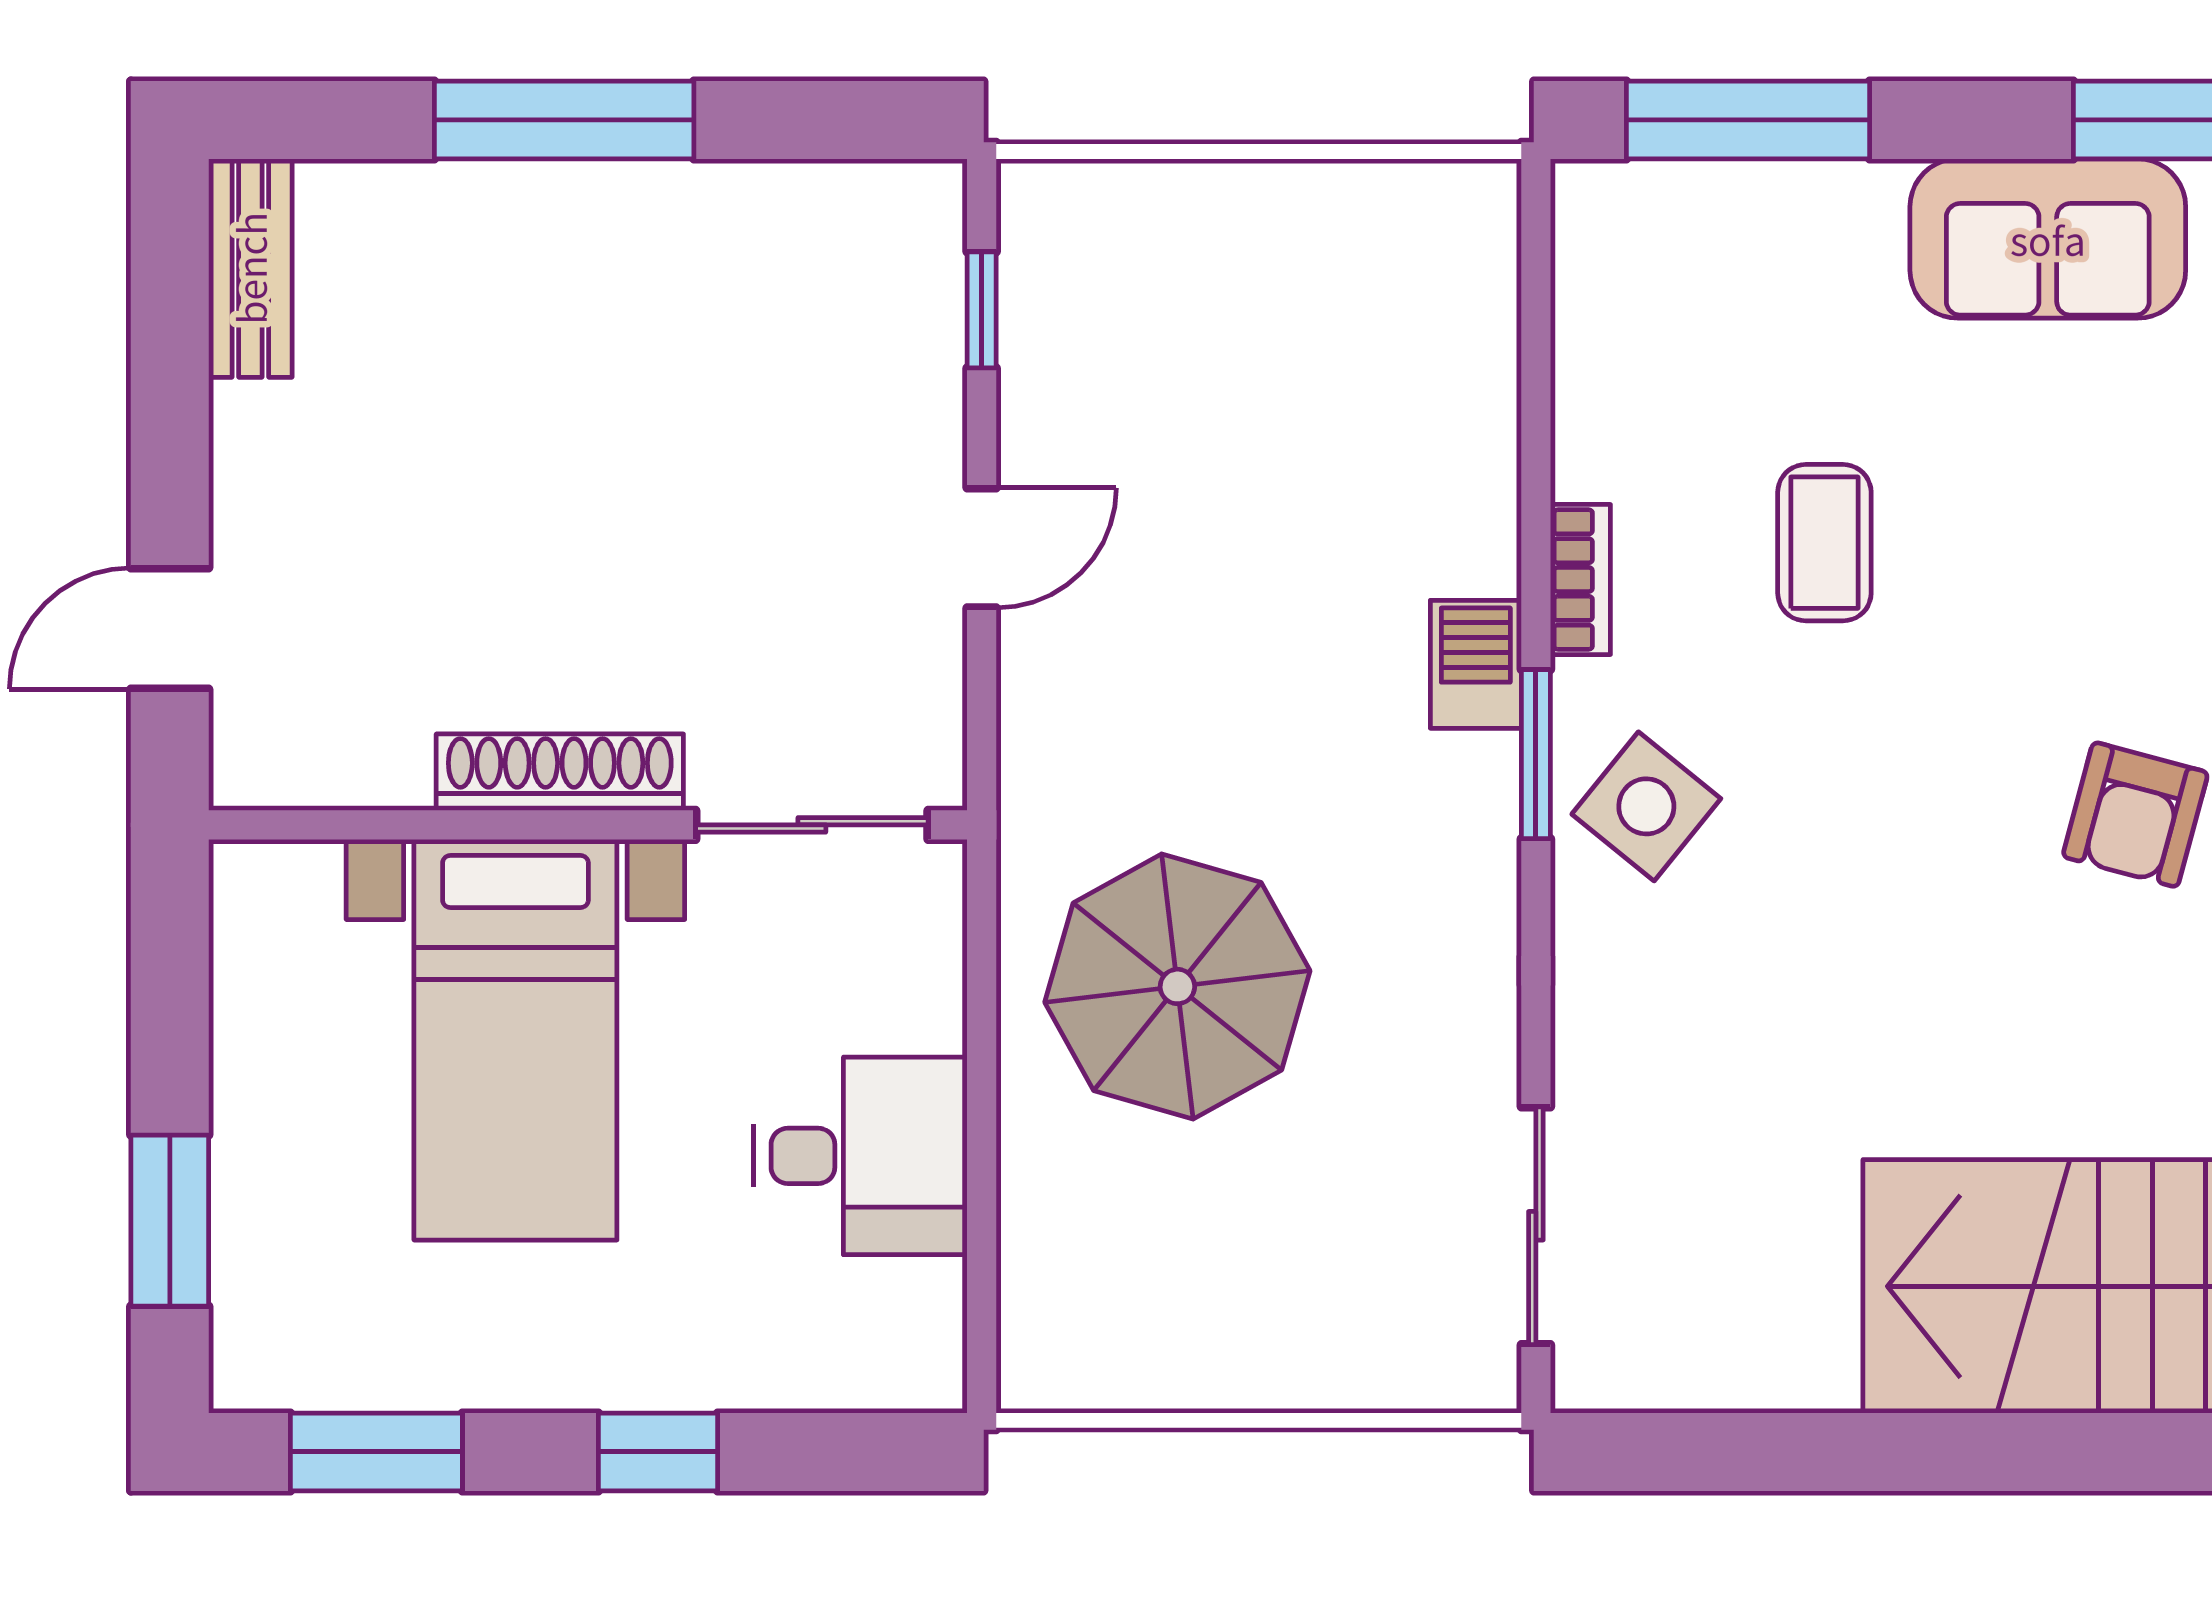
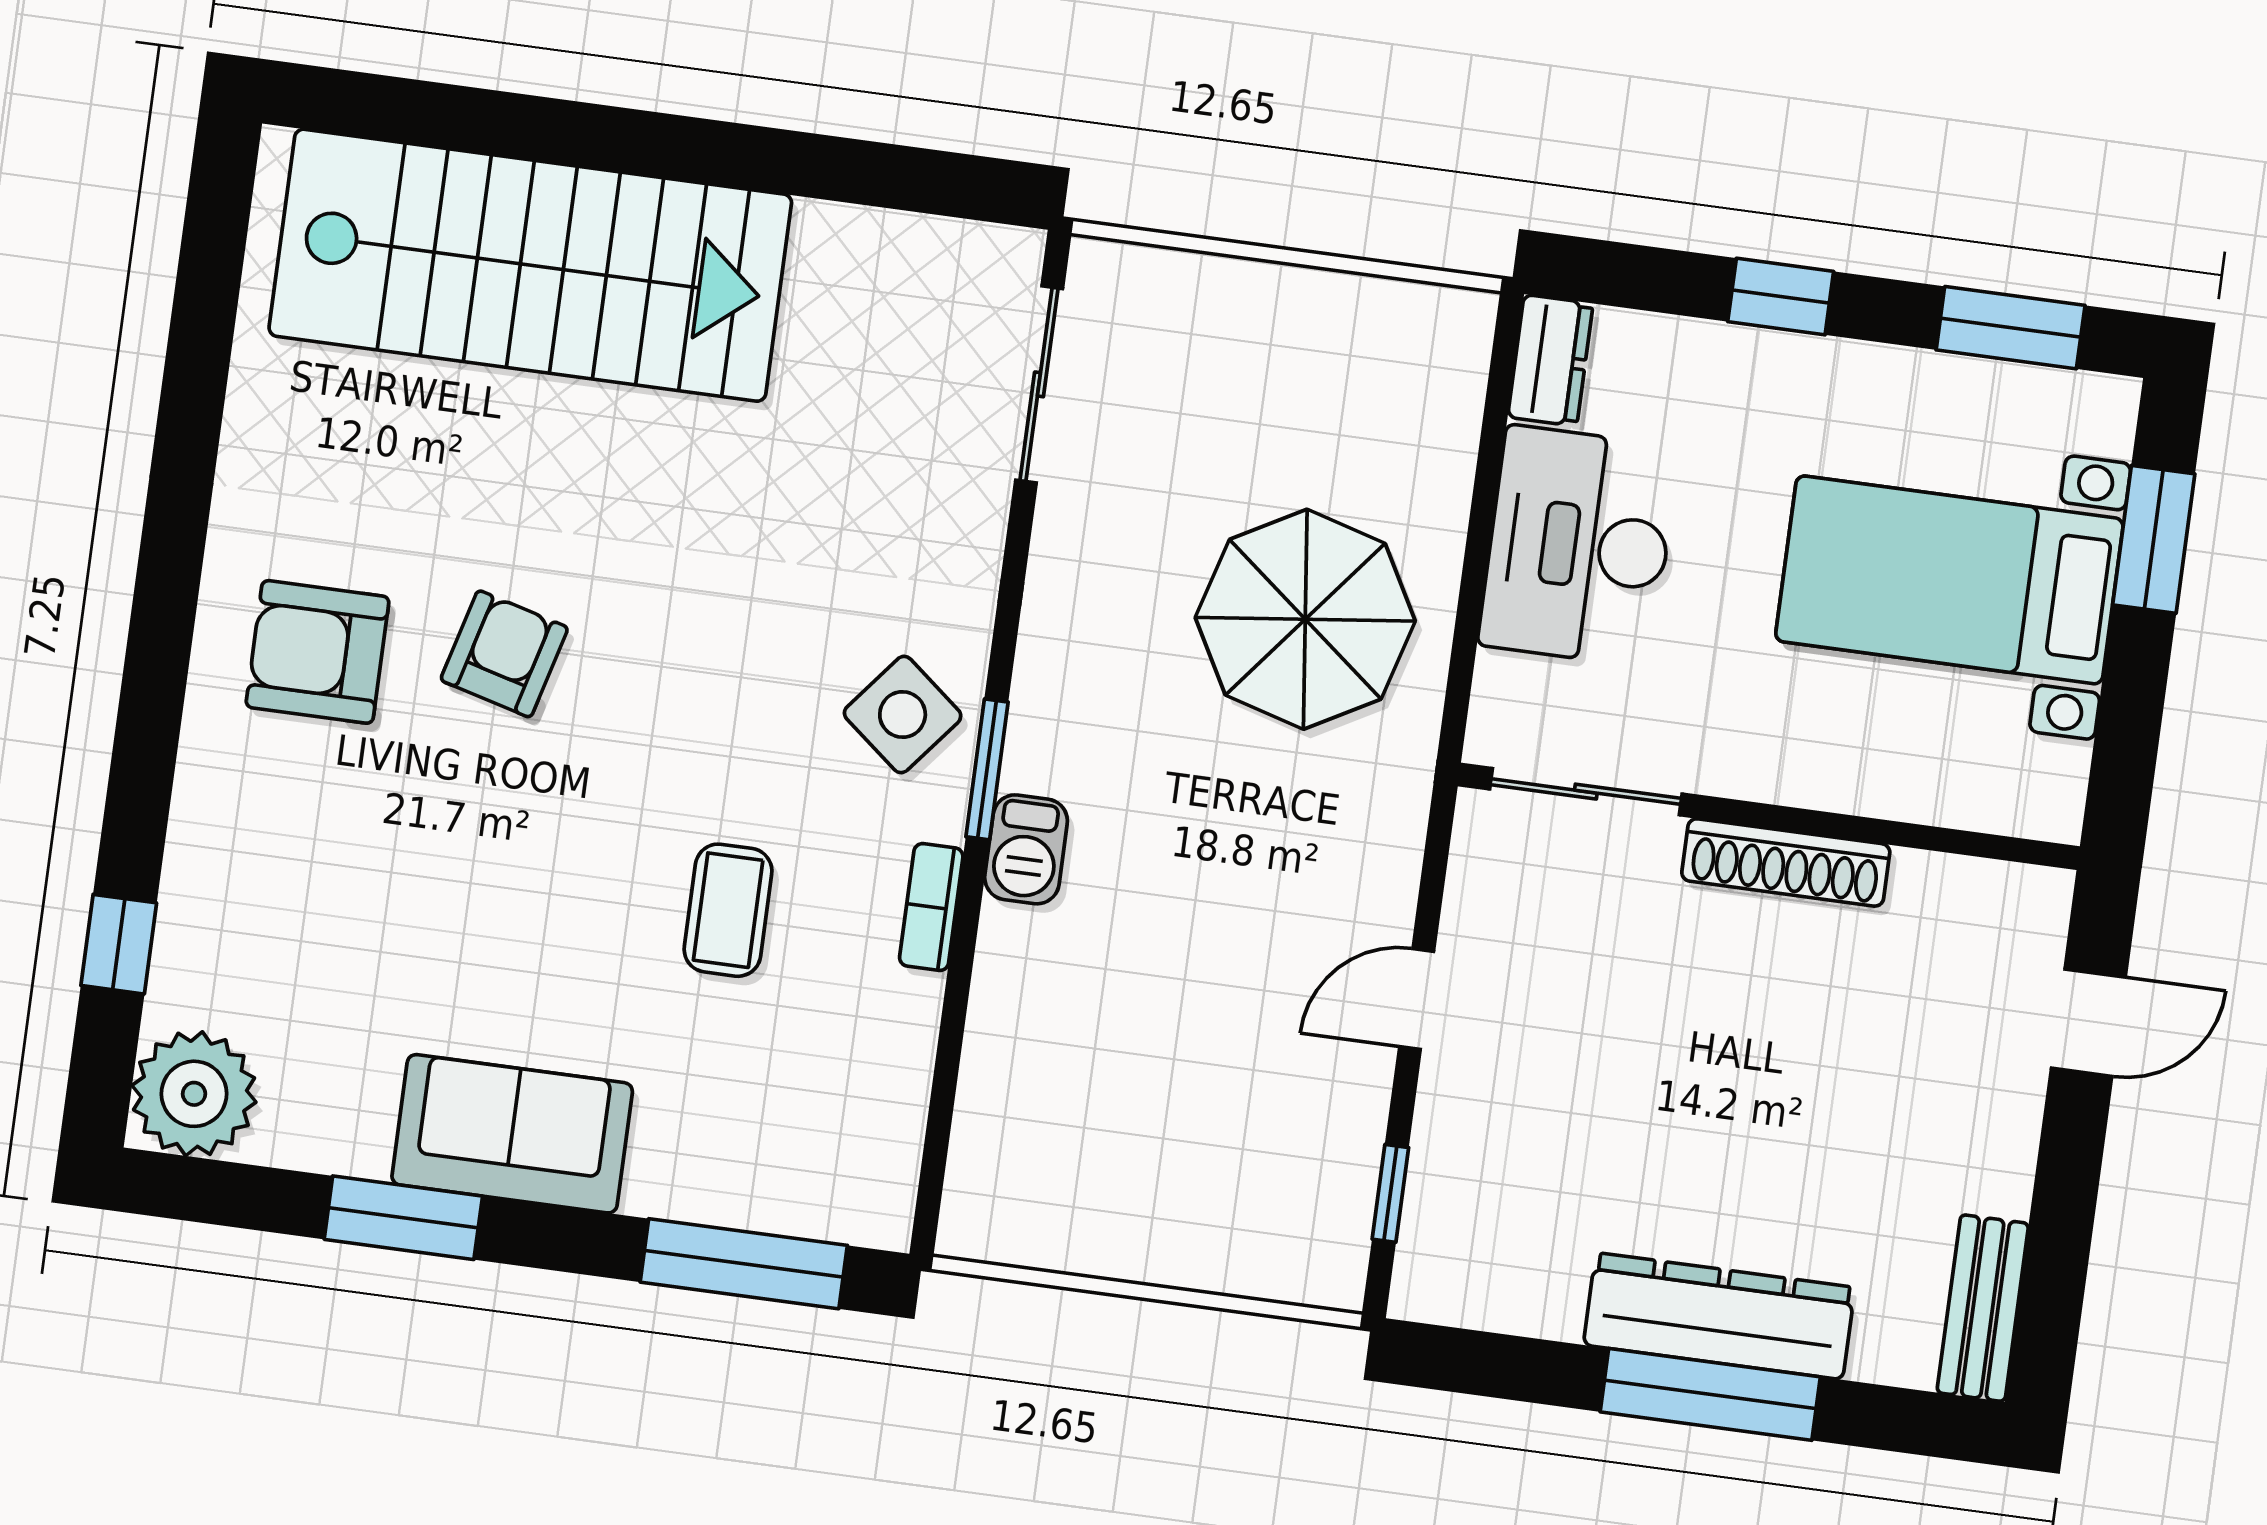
dresser: (566, 216) -> (1719, 1316), added
bed with nightstands: (515, 1040) -> (1949, 580), moved, turned -90
desk: (861, 1156) -> (1579, 546), width x1.37
dresser: (925, 1338) -> (1550, 360), added

